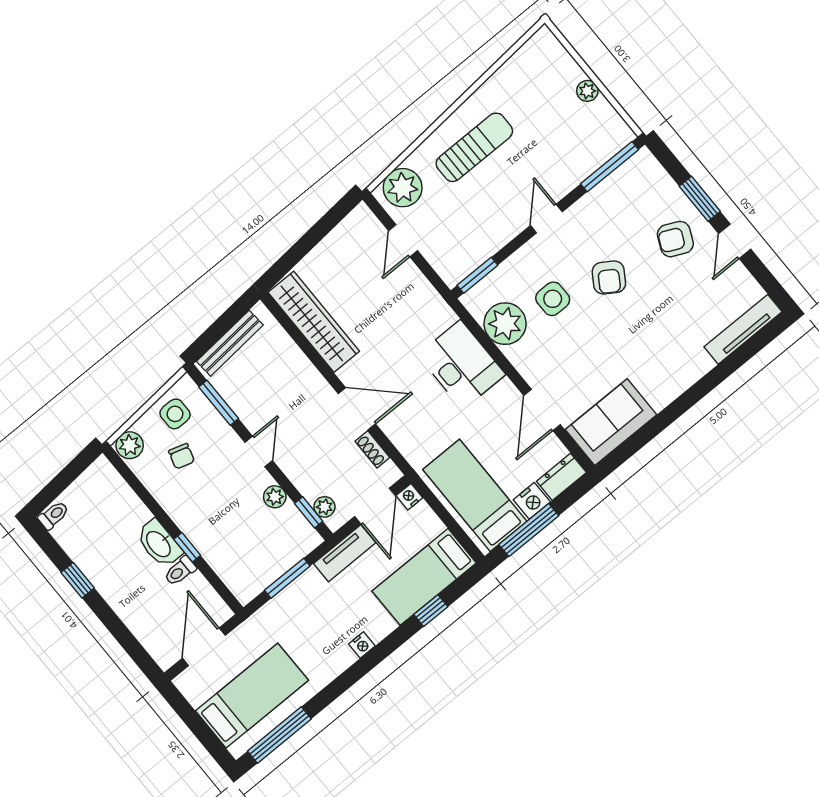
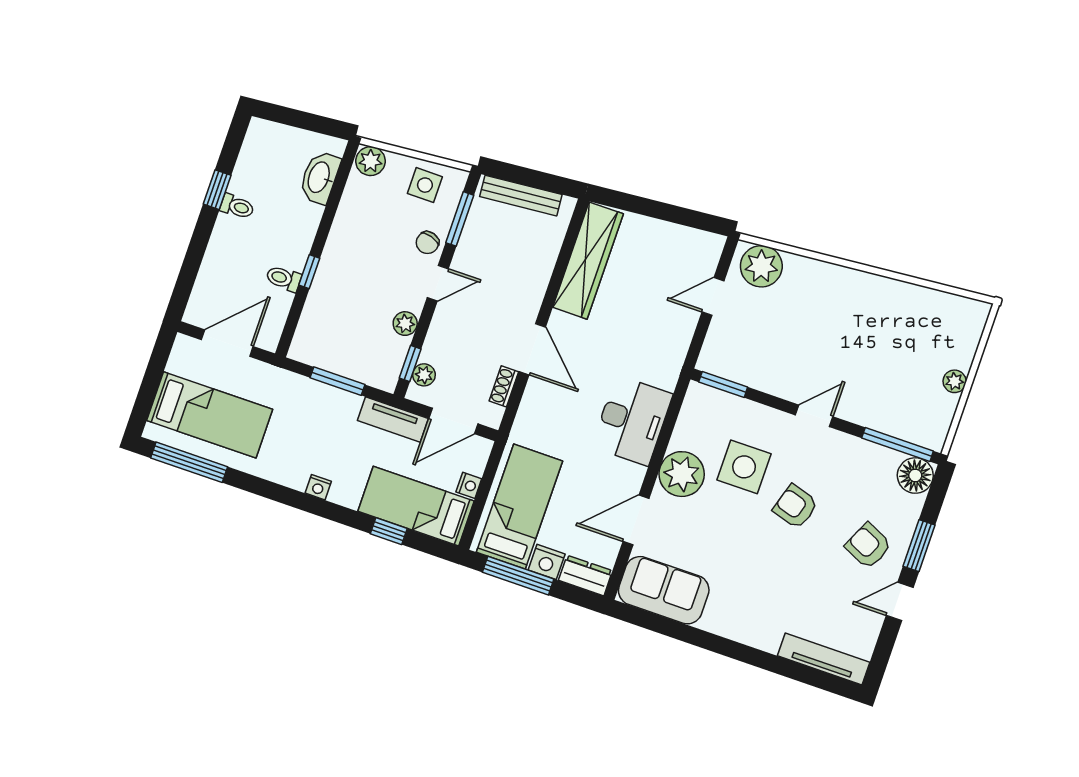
sun lounger: (474, 147) -> (839, 309), removed
floor lamp: (643, 168) -> (915, 475), added
armchair: (609, 278) -> (795, 507), turned 74
side table: (553, 299) -> (744, 467), width x1.37, depth x1.37
plant: (505, 324) -> (682, 474), moved
chair: (182, 456) -> (427, 243), moved
nightstand: (409, 497) -> (469, 485), moved, turned 90
toilet: (53, 515) -> (237, 207), moved
washbasin: (159, 544) -> (320, 177), moved

